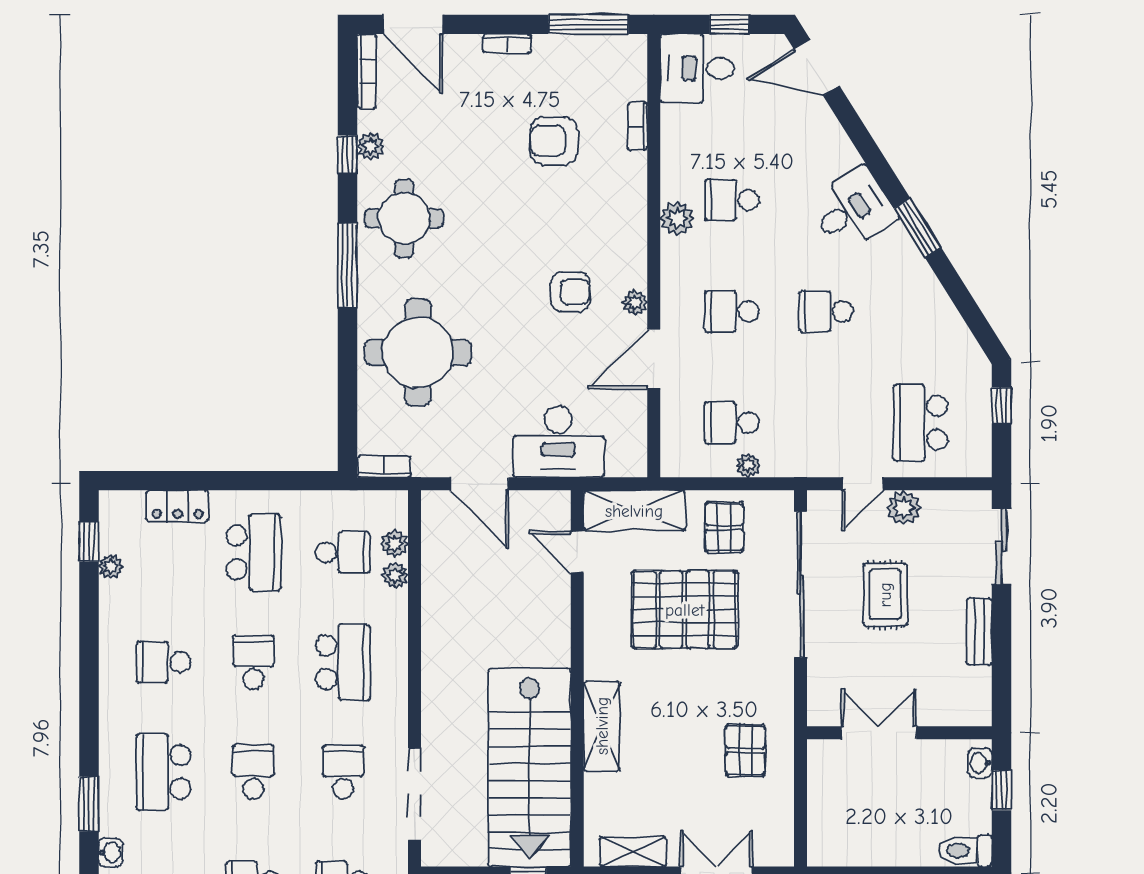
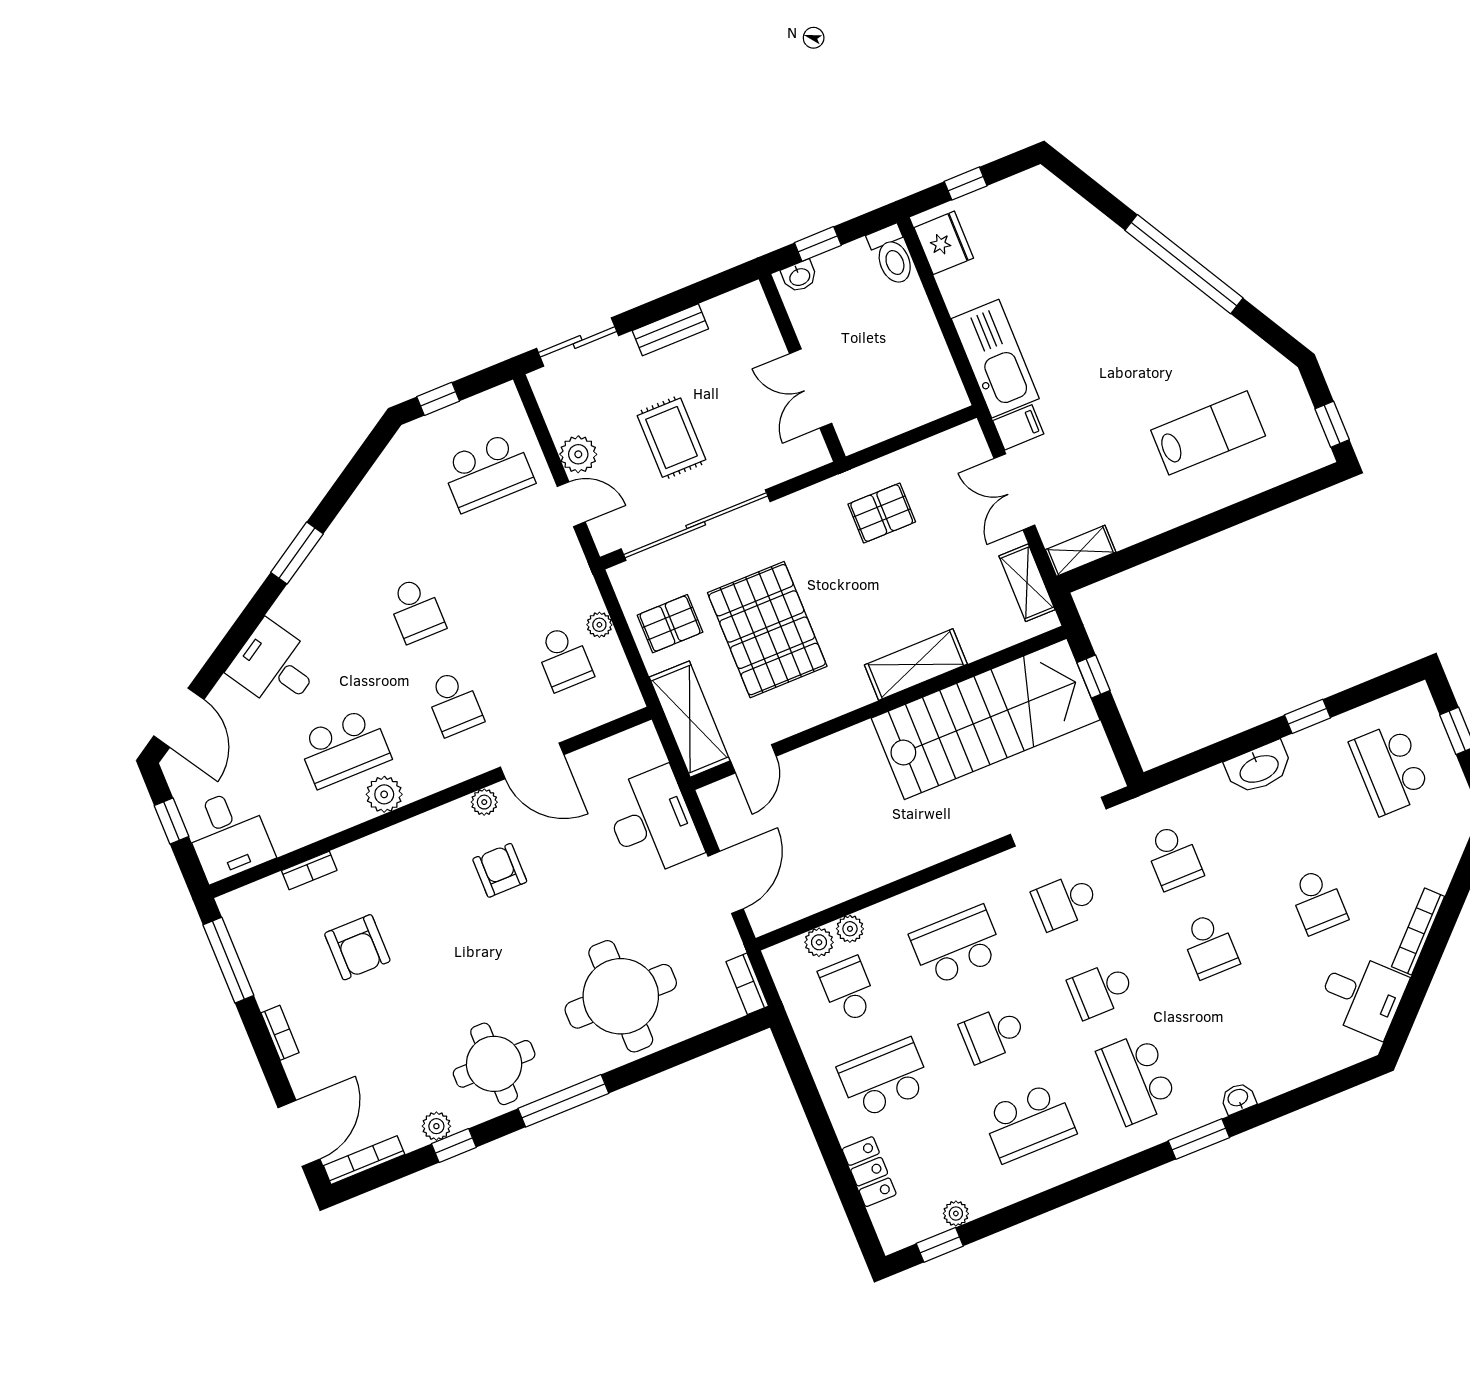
school desk: (732, 200) -> (344, 748), width x1.85
desk: (853, 210) -> (275, 666), moved
rug: (885, 595) -> (671, 438), turned 90
school desk: (164, 662) -> (1029, 1122), width x1.85
school desk: (164, 772) -> (1137, 1078), turned 90

